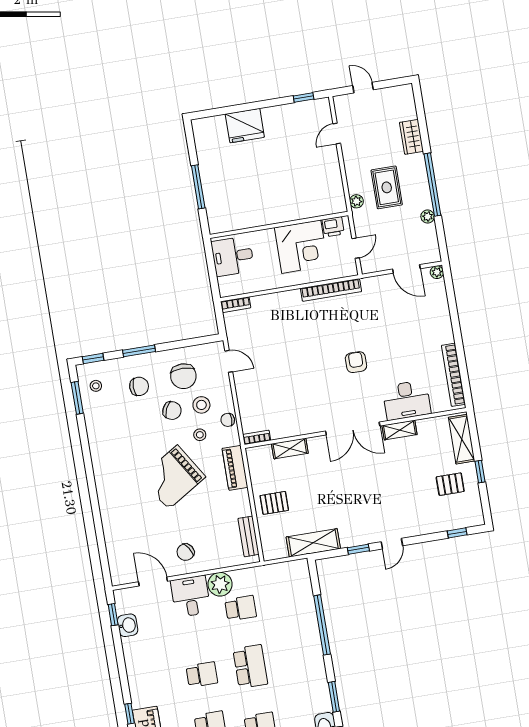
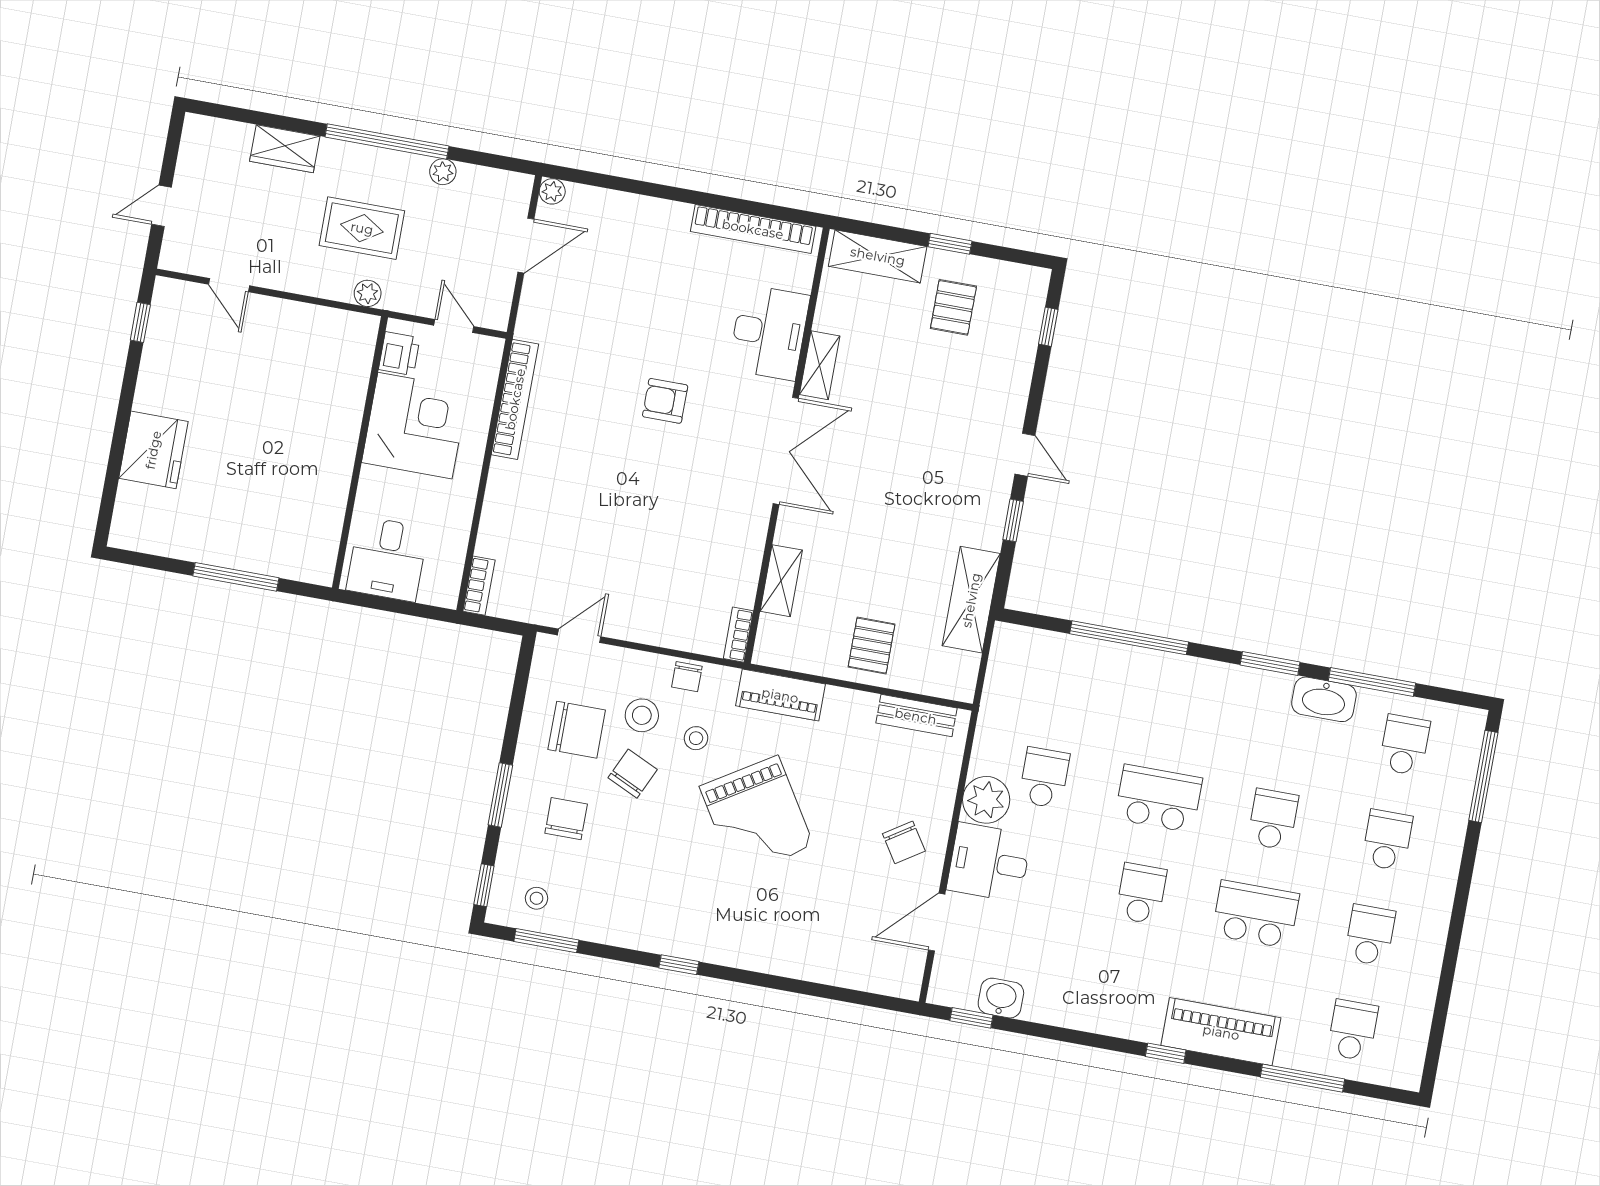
window: (88, 465) -> (679, 965), added

